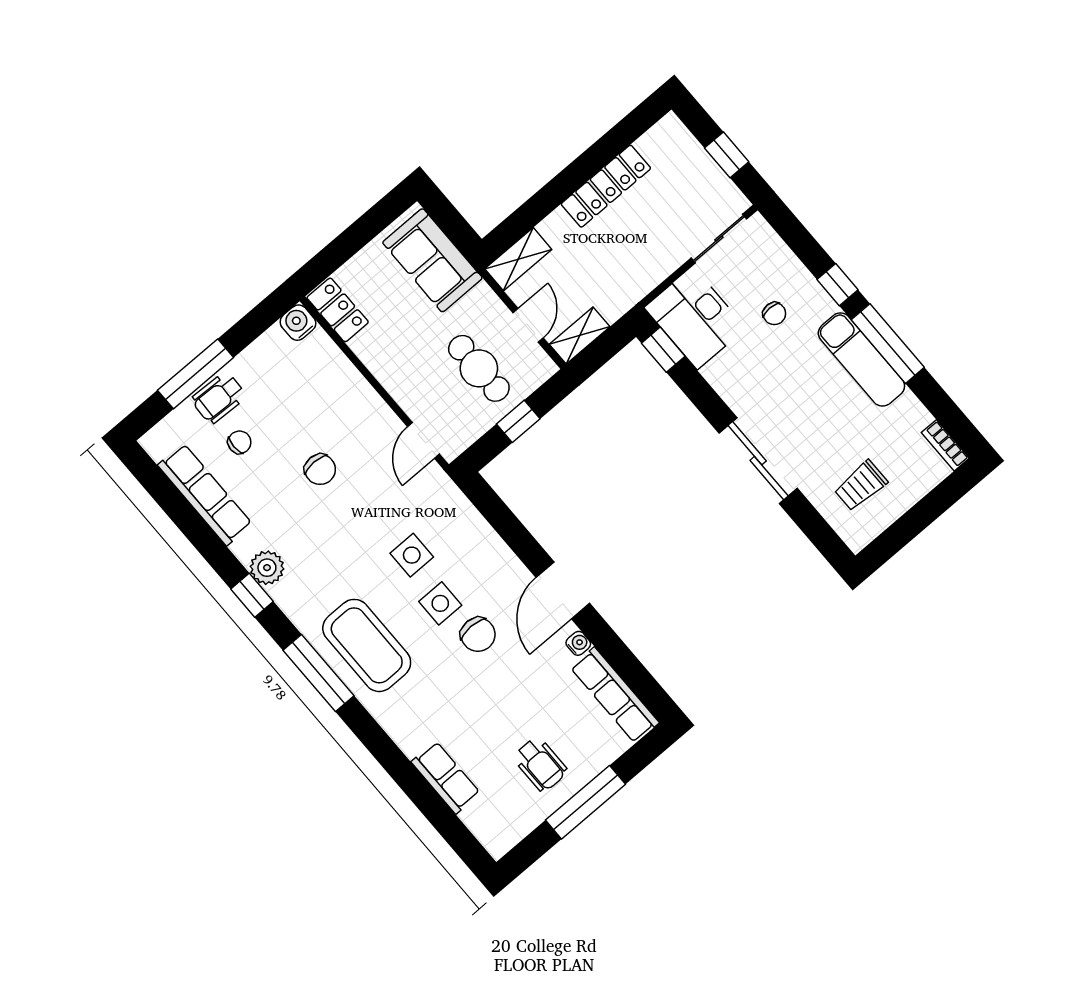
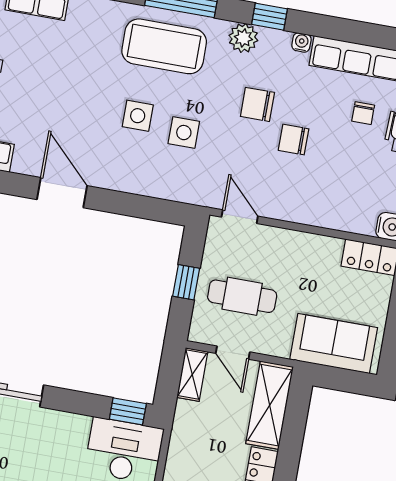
shelving: (518, 259) -> (270, 405), width x1.50, depth x1.33
plant: (267, 568) -> (243, 38), moved
chair: (478, 635) -> (257, 104), moved
water cooler: (578, 643) -> (301, 42), moved, turned 180

